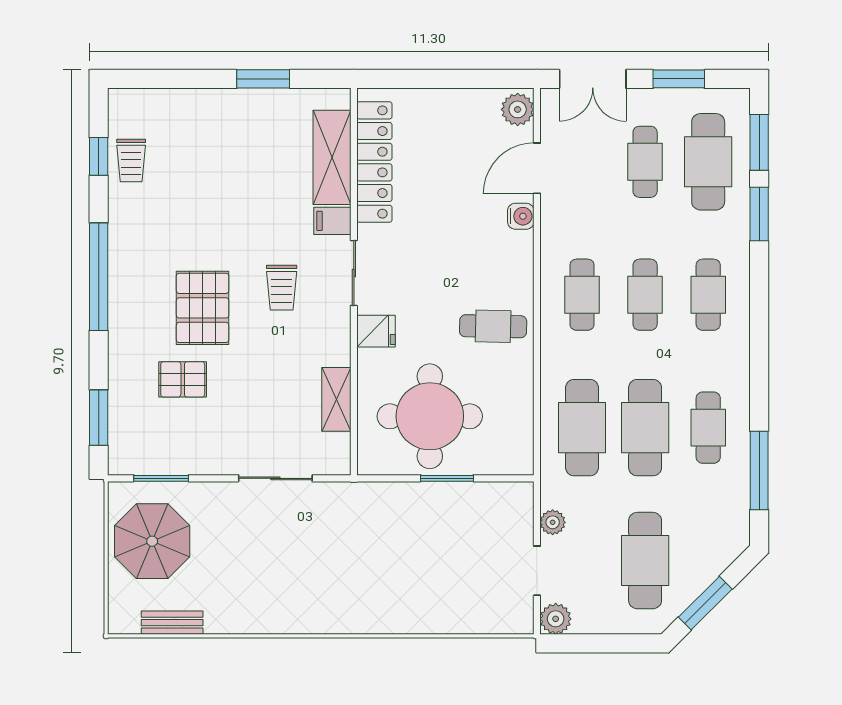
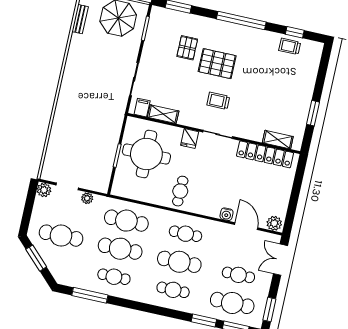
window: (679, 79) -> (269, 310), moved
shelving: (332, 157) -> (278, 140), width x0.67, depth x0.75
filing cabinet: (332, 221) -> (142, 108), moved
cafe table: (645, 295) -> (179, 262), width x1.37, depth x1.35

